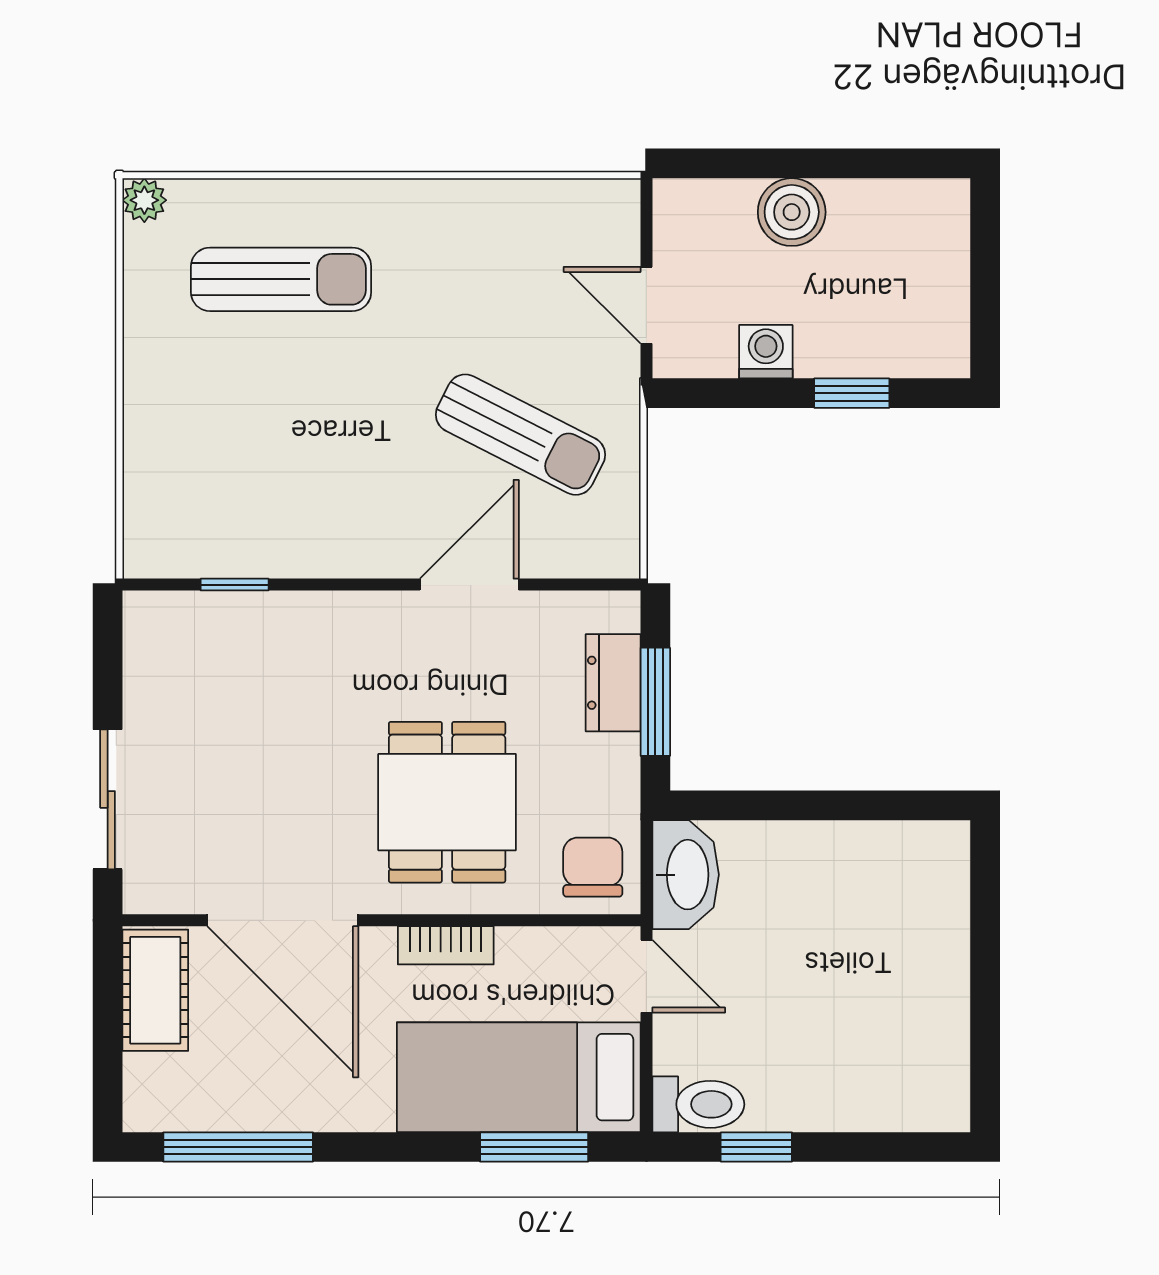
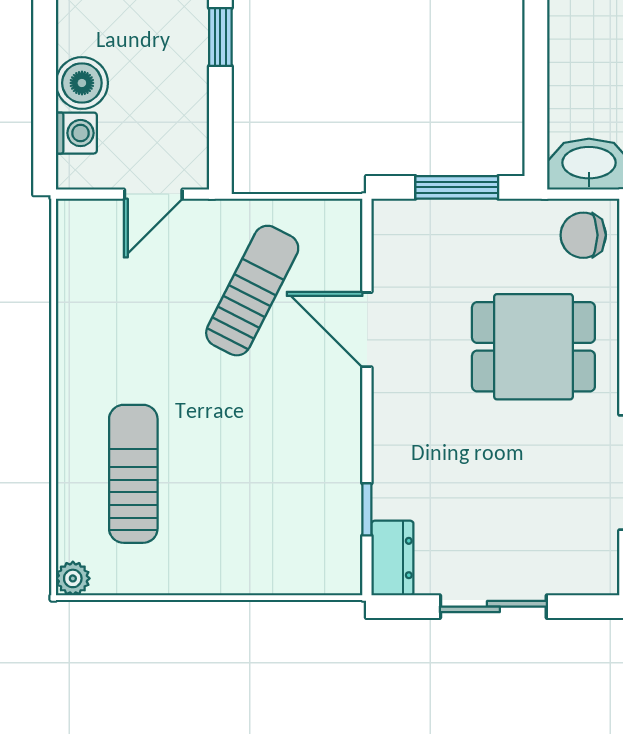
washing machine: (766, 352) -> (76, 133), moved, turned 180
dresser: (613, 683) -> (392, 558), moved, turned -90
sliding door: (108, 799) -> (493, 607), moved

